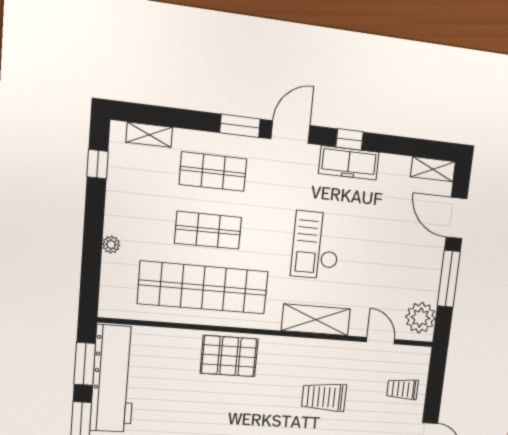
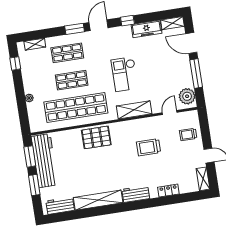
freezer: (349, 163) -> (147, 29), moved
door: (381, 341) -> (170, 113), hinge flipped

